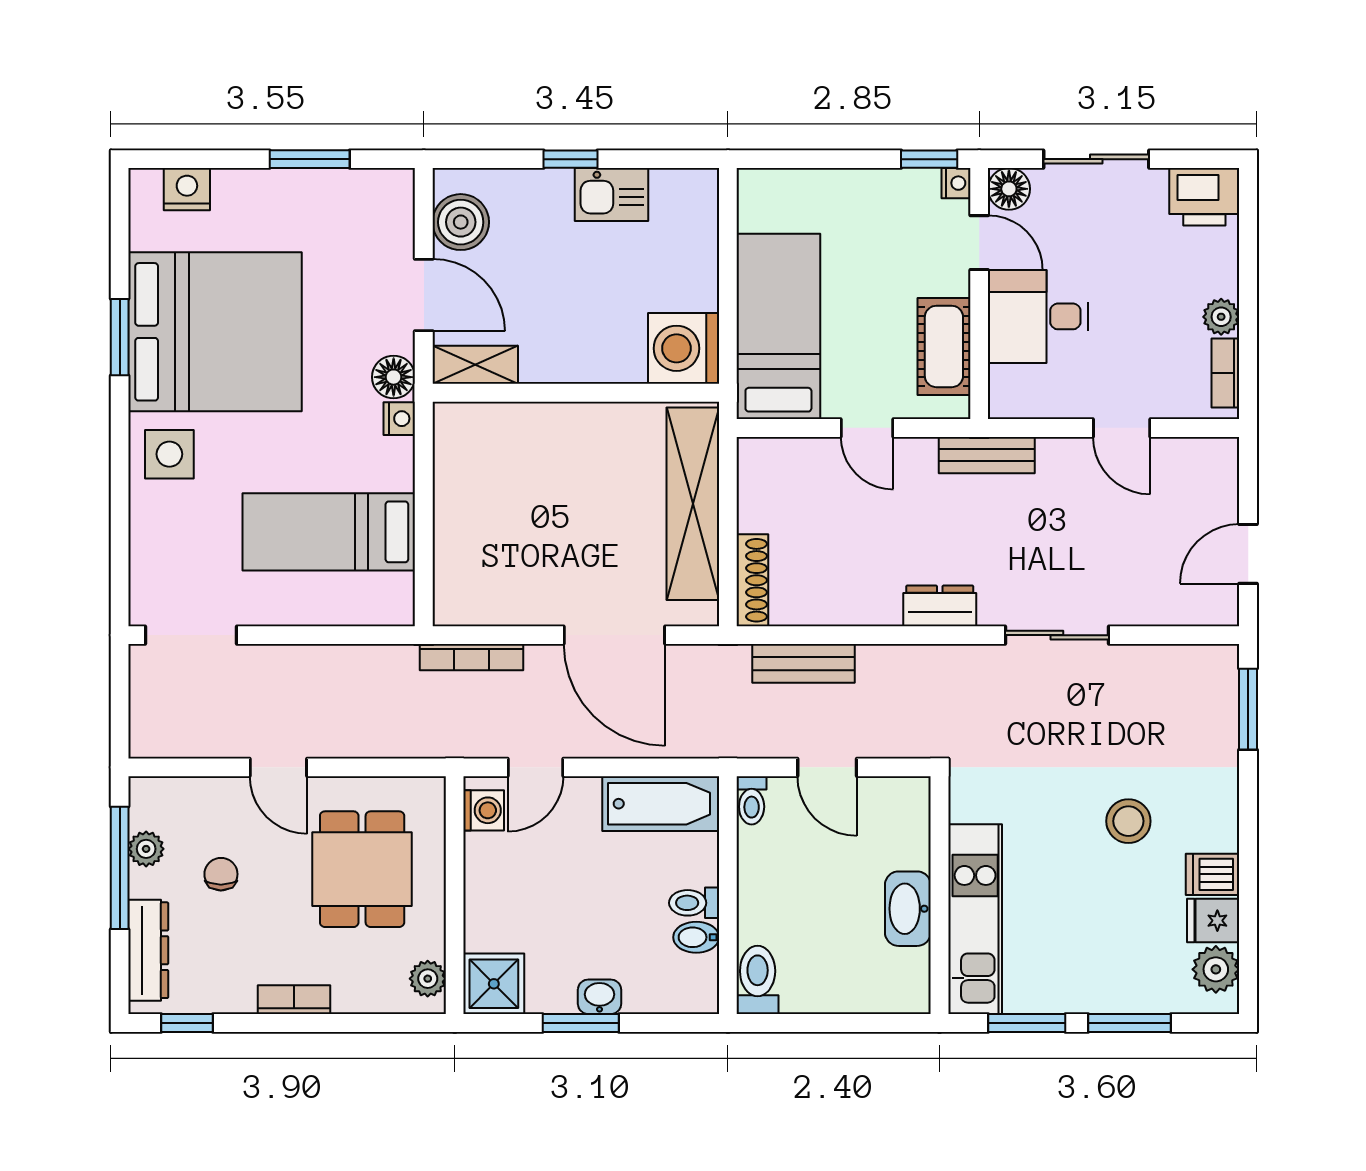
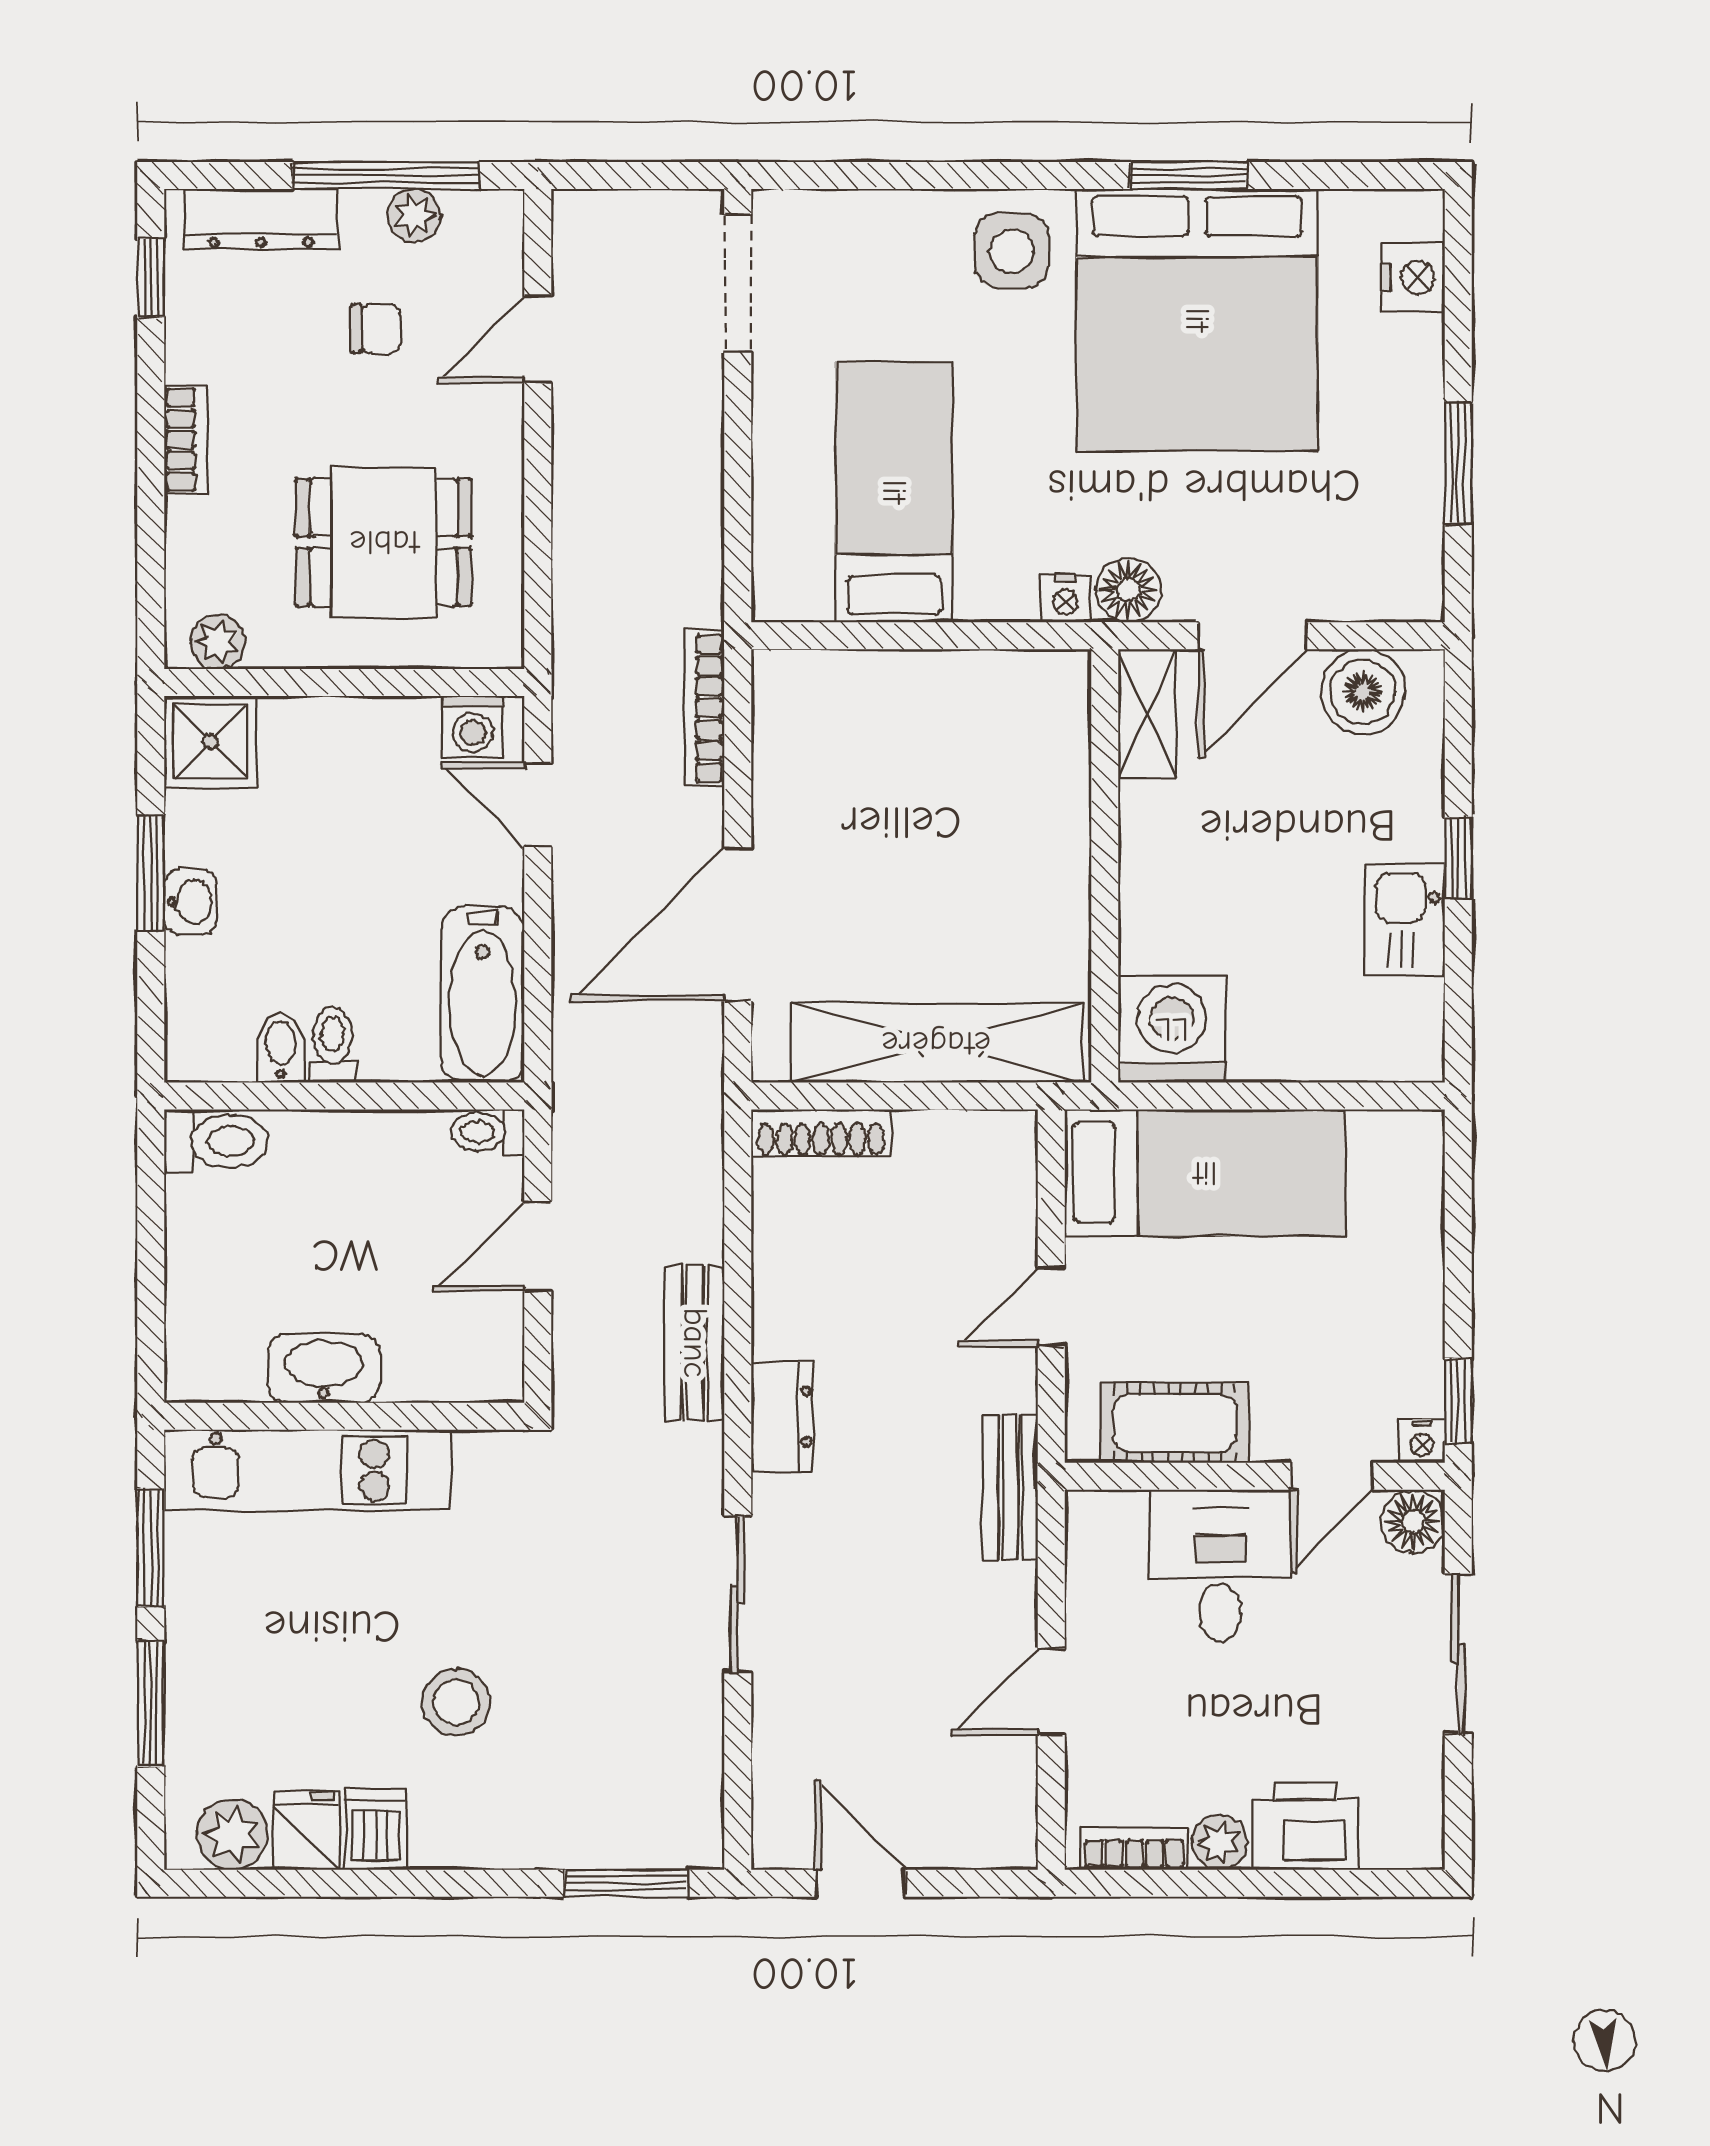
printer: (1204, 197) -> (1305, 1826), moved, turned 90
bench: (804, 663) -> (695, 1343), moved
door: (278, 767) -> (538, 339), moved

